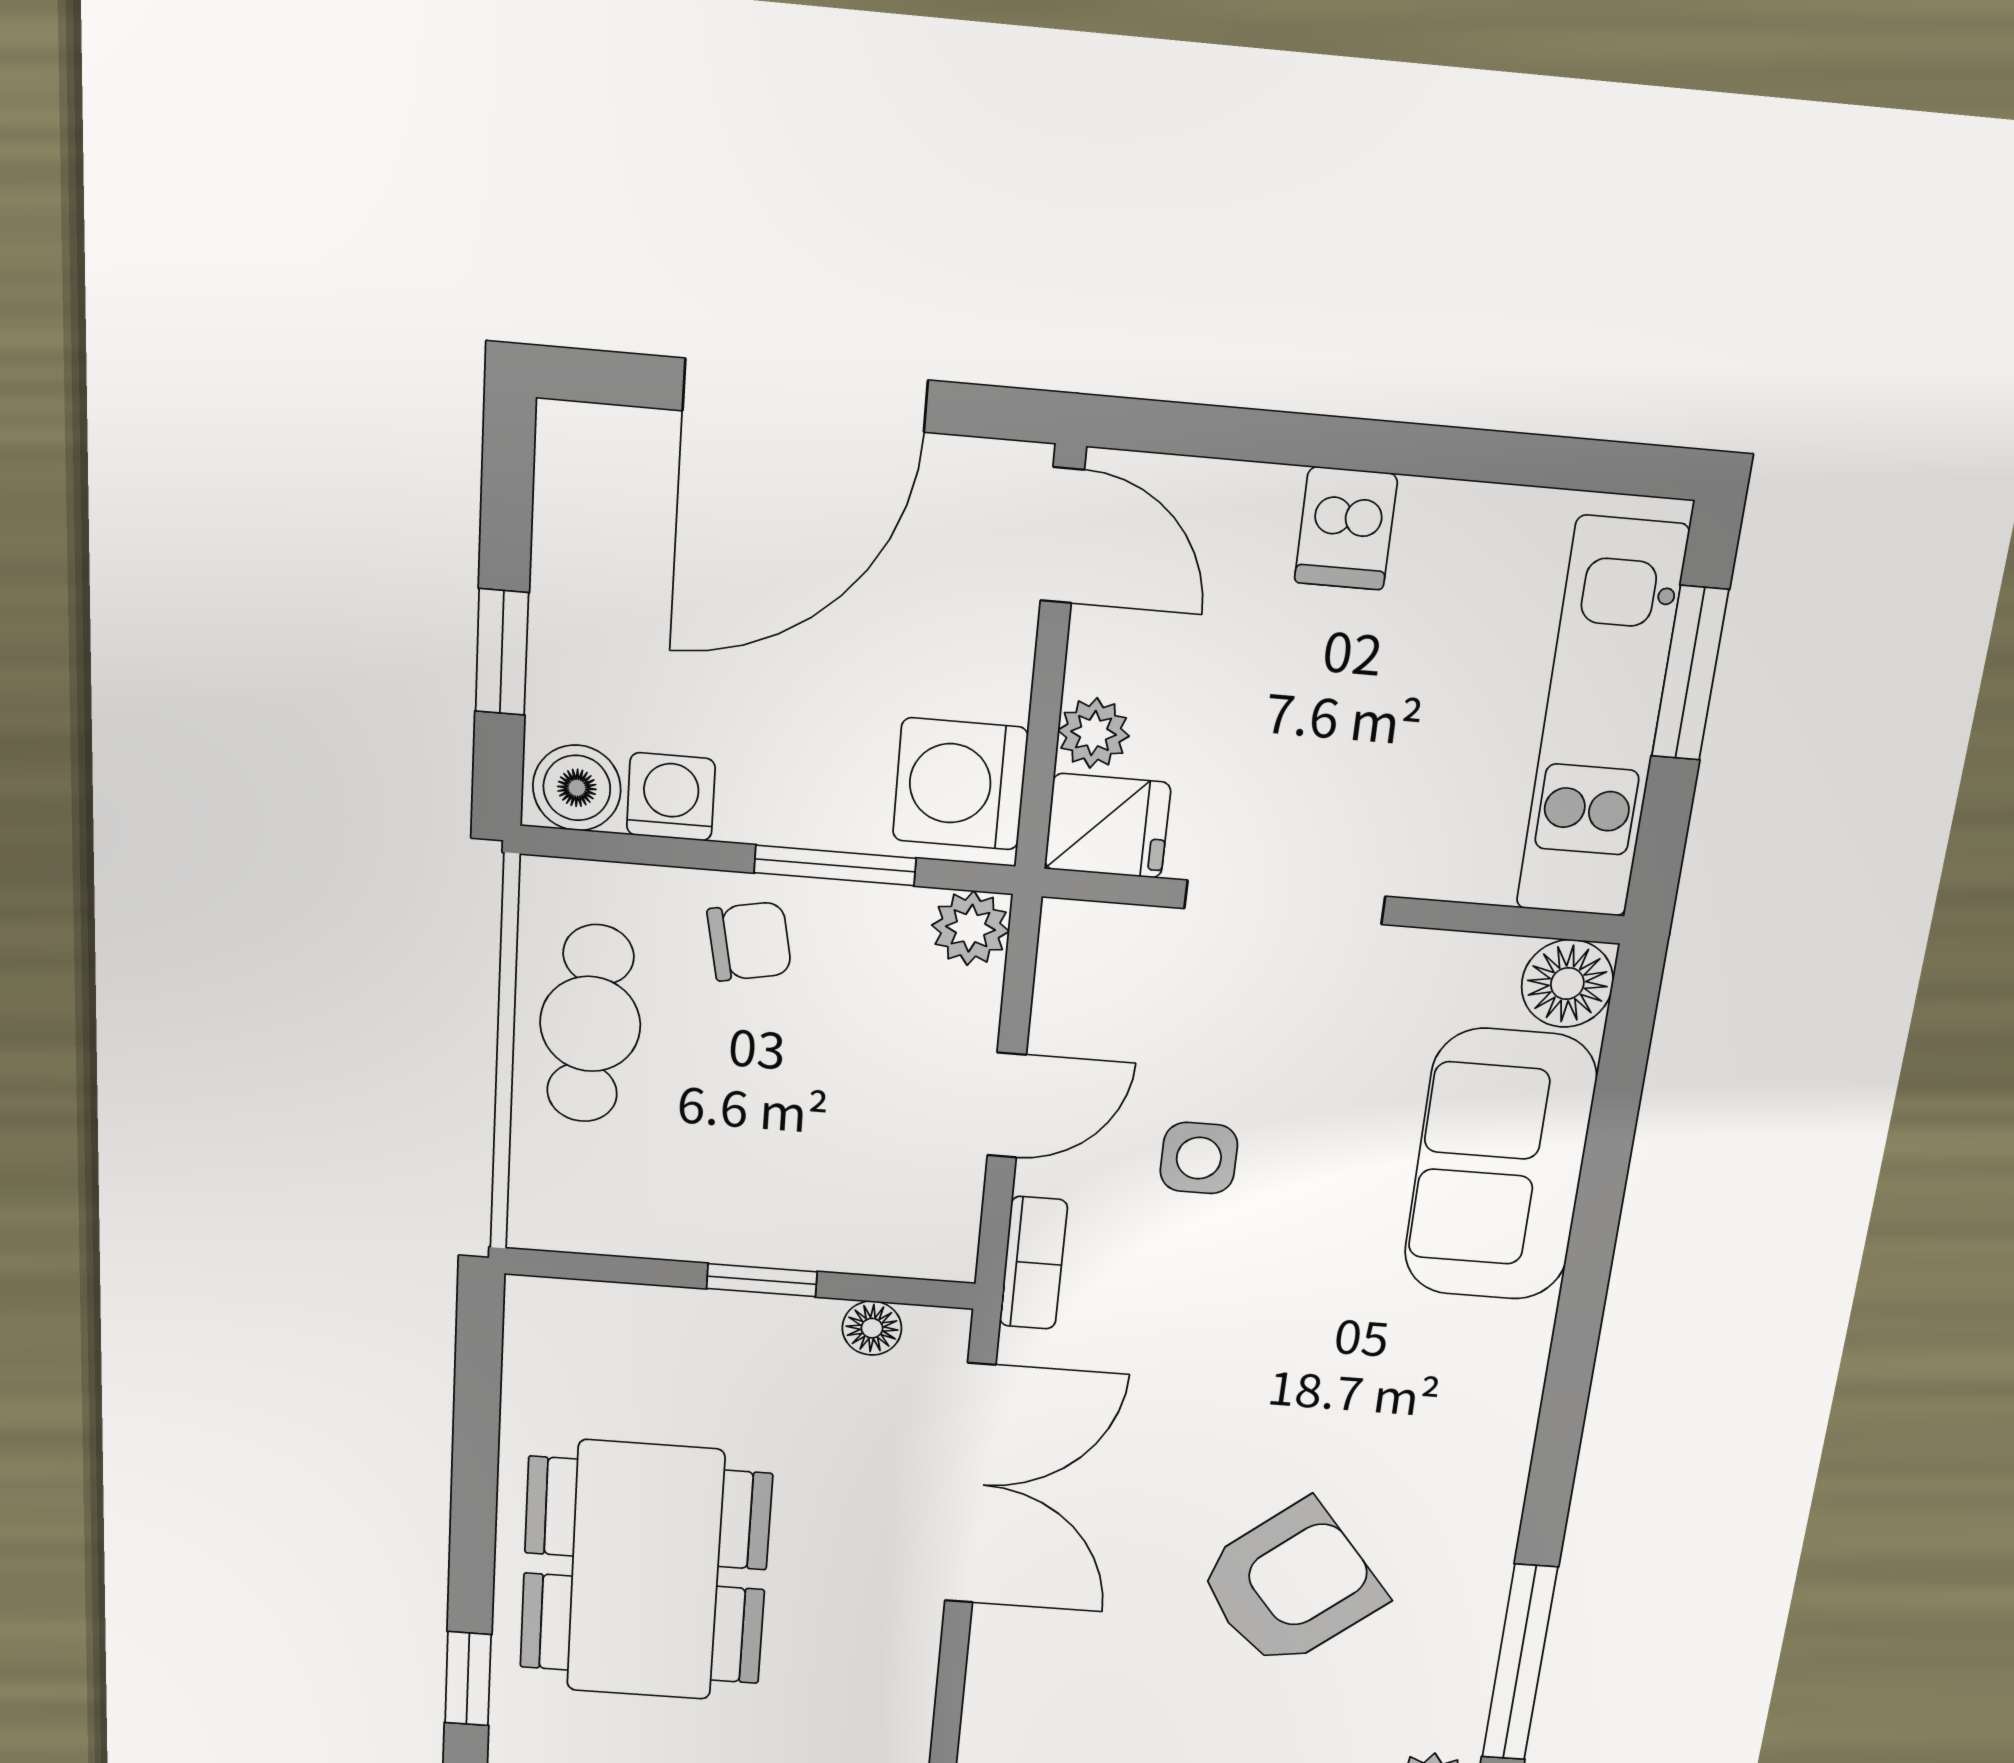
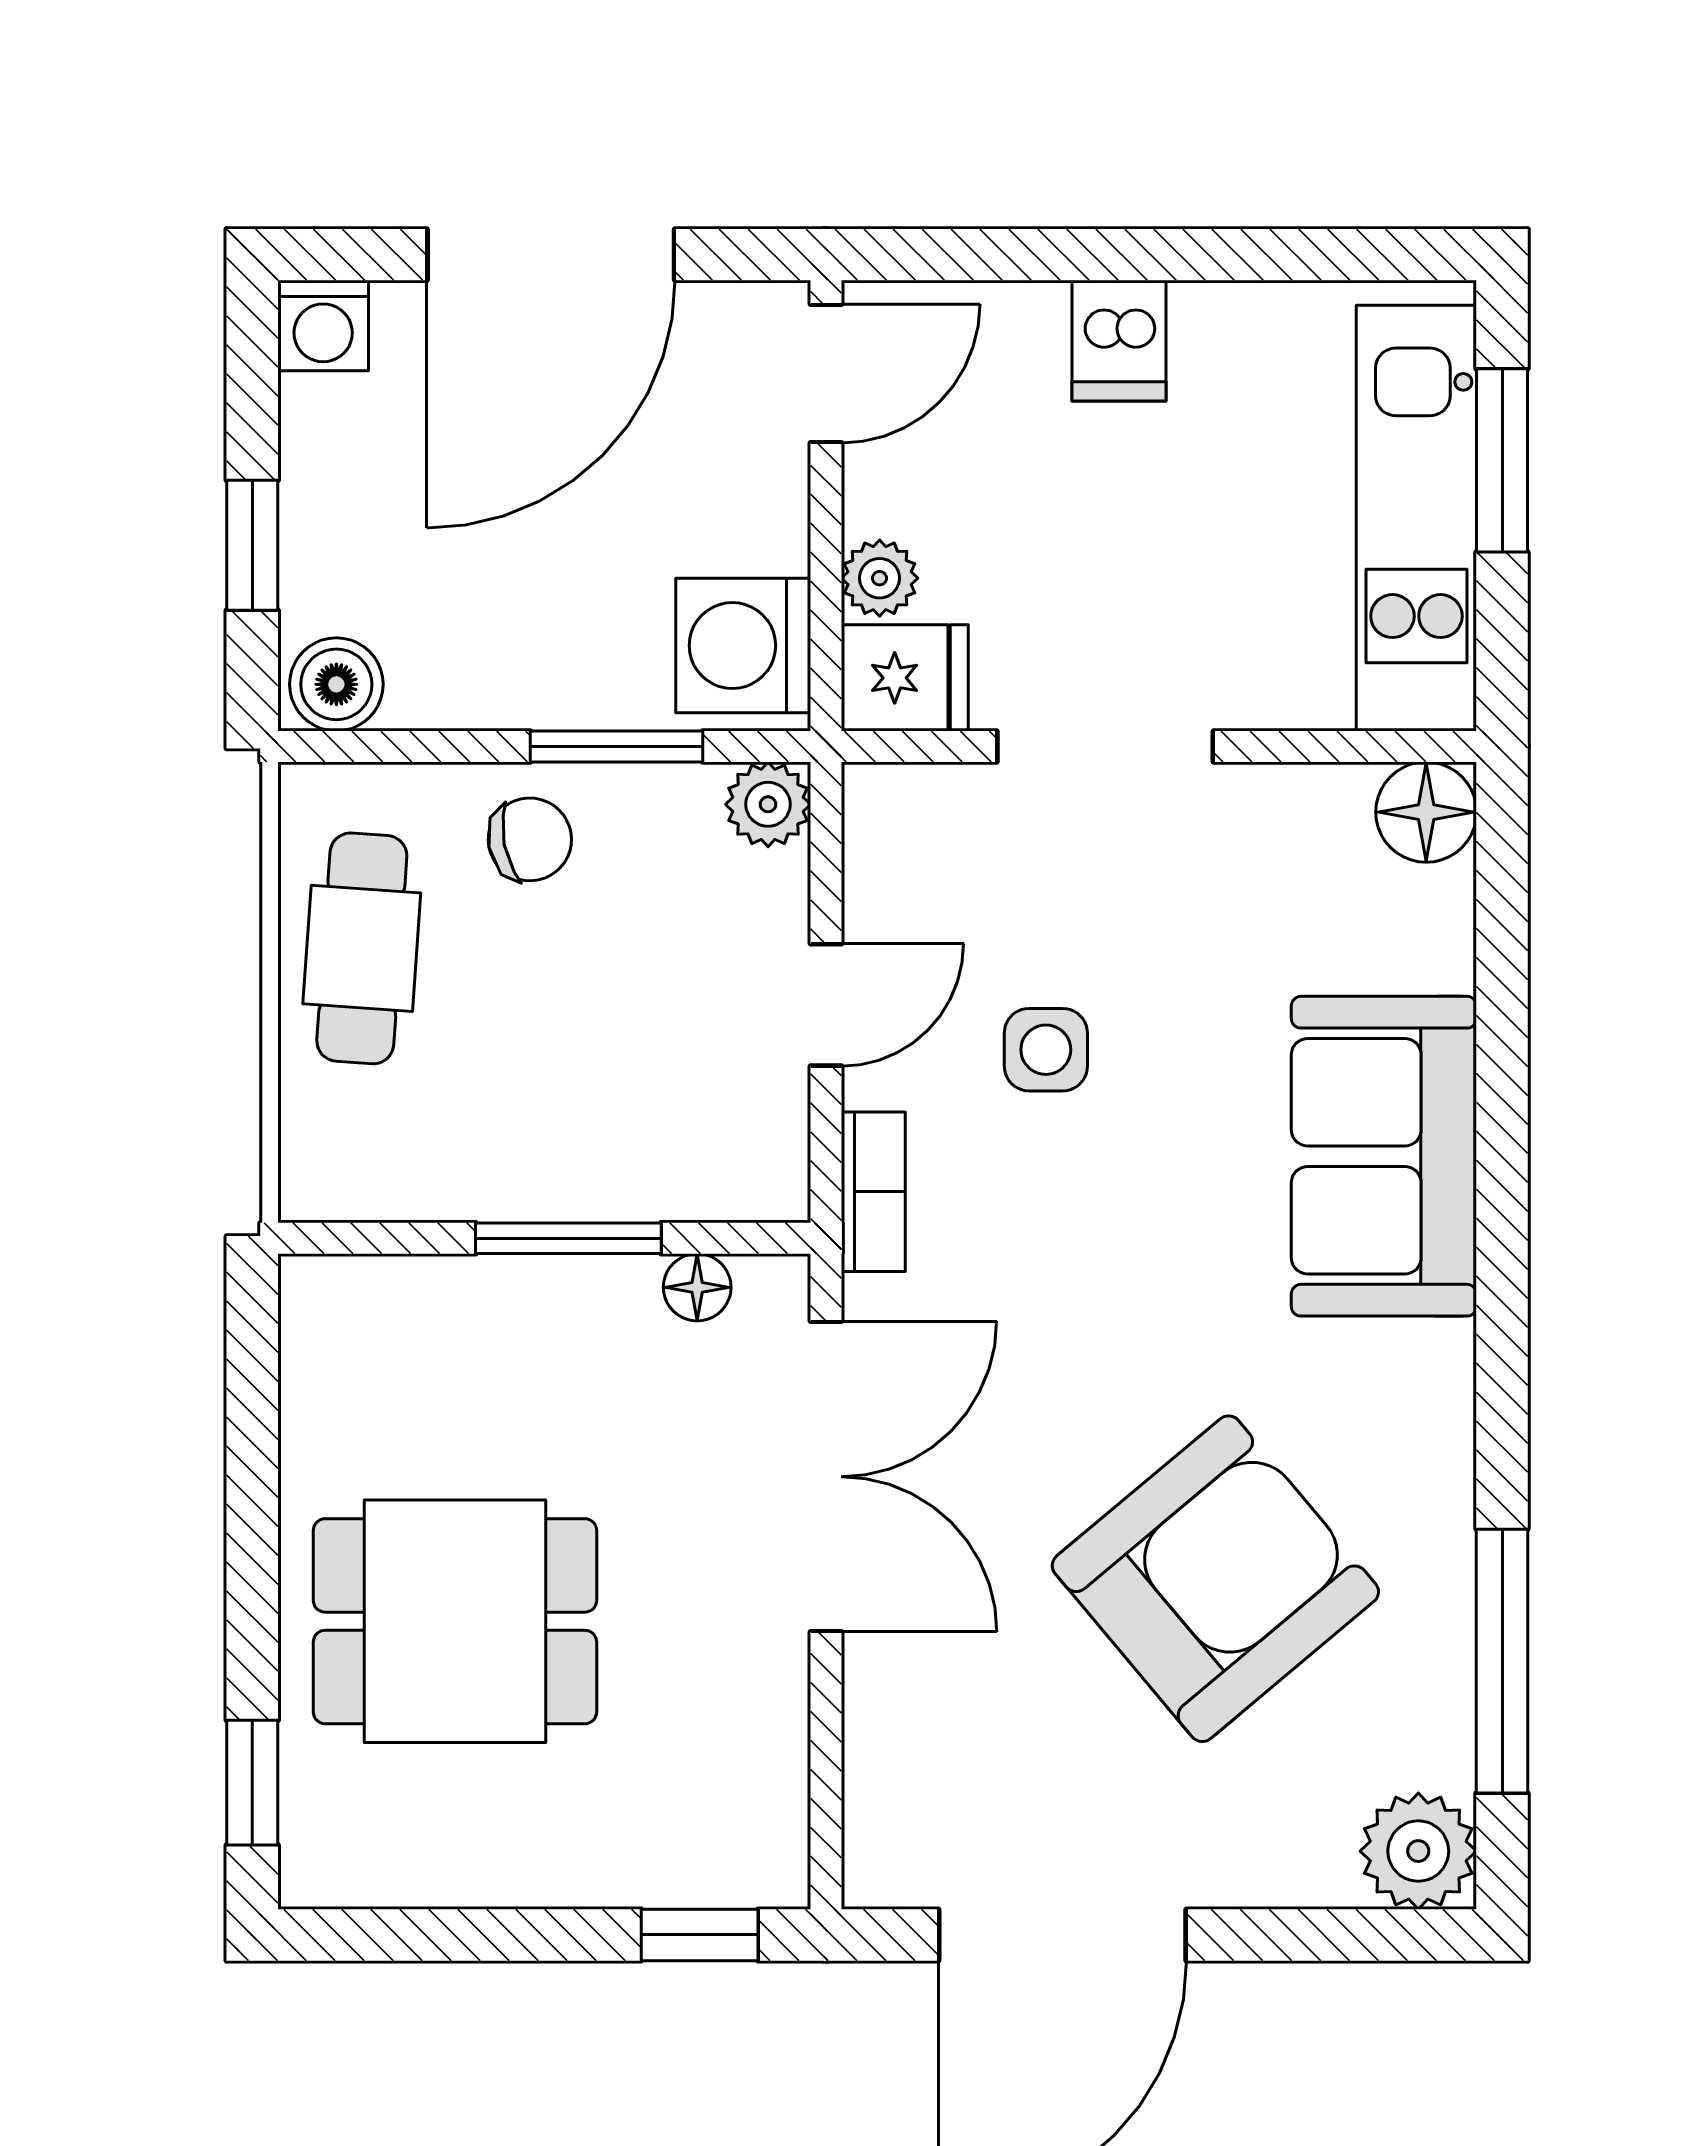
door: (1062, 535) -> (826, 373), hinge flipped
washing machine: (671, 797) -> (323, 326), moved, turned 180
sofa: (1500, 1166) -> (1384, 1156), moved
window: (762, 1280) -> (568, 1238), width x1.50
dining table: (645, 1571) -> (455, 1621), width x0.73
armchair: (1291, 1585) -> (1215, 1579), width x1.36, depth x1.36

